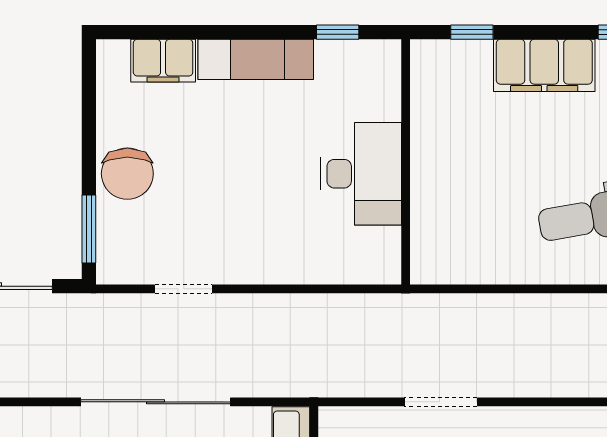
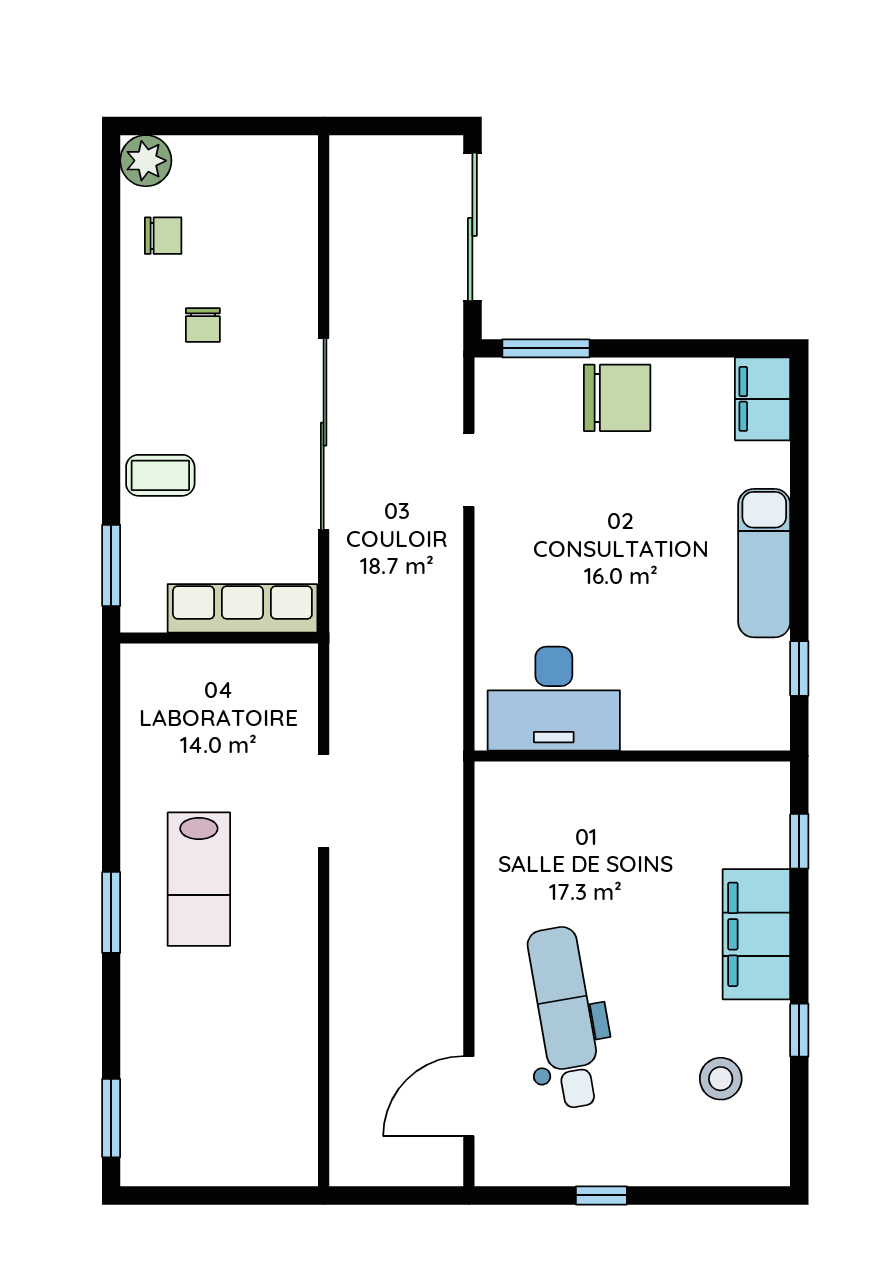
filing cabinet: (163, 61) -> (763, 399), moved
chair: (127, 174) -> (617, 398), turned 180
desk: (361, 174) -> (554, 699), moved

